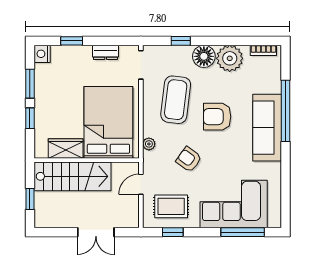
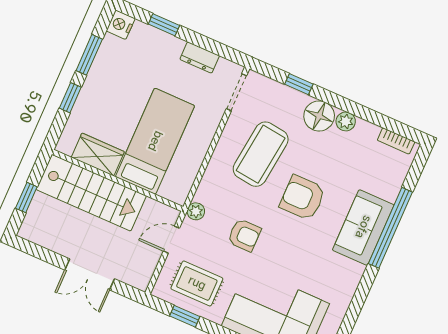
plant: (230, 58) -> (346, 122), width x0.53, depth x0.53
bed: (108, 122) -> (155, 141), width x0.67
sofa: (267, 128) -> (363, 227), width x0.73
plant: (149, 144) -> (196, 211), moved
armchair: (189, 159) -> (244, 235), turned 144

